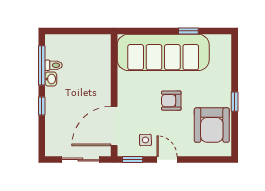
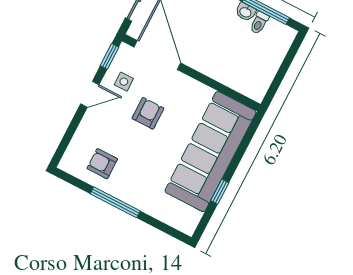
armchair: (171, 101) -> (148, 113), moved
window: (235, 102) -> (115, 202), width x2.17
armchair: (212, 125) -> (102, 164), width x0.53, depth x0.53

